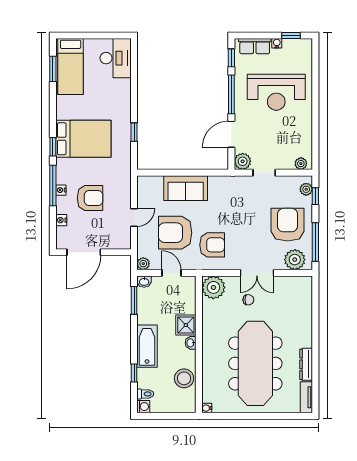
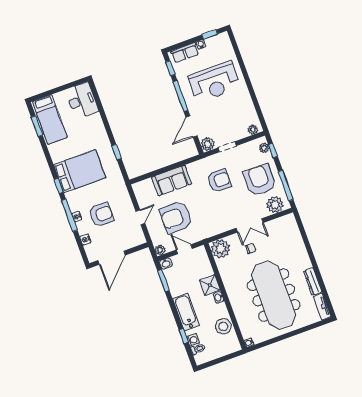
armchair: (212, 245) -> (219, 181), moved
washing machine: (143, 407) -> (193, 340), moved

